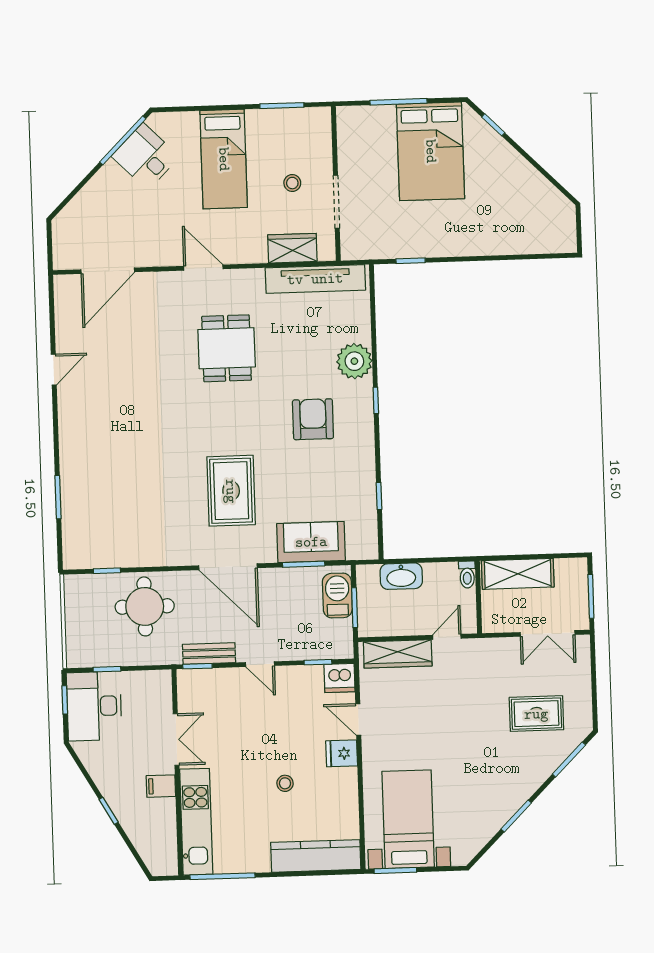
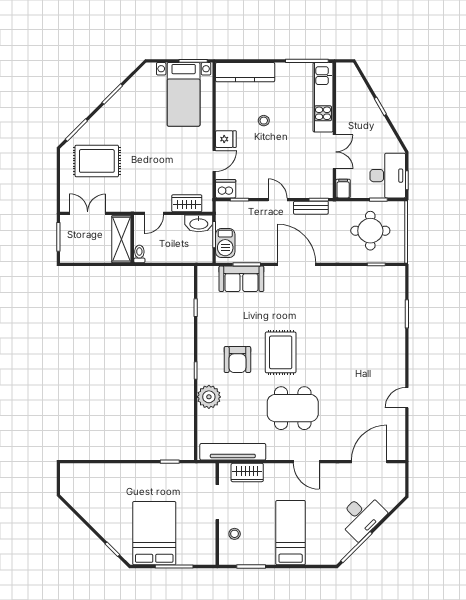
desk: (145, 157) -> (362, 516), moved, width x1.37
stool: (292, 183) -> (235, 534), moved
dining table: (227, 348) -> (293, 408), width x1.38
rug: (231, 491) -> (281, 352), moved
shelving: (518, 574) -> (121, 239), moved, turned 90
washbasin: (401, 576) -> (199, 223), moved, turned 180
round table: (145, 606) -> (370, 231), moved
wardrobe: (398, 654) -> (187, 203), width x0.67
rug: (536, 714) -> (97, 161), width x1.36, depth x1.43
door: (358, 719) -> (214, 161), hinge flipped
double door: (176, 740) -> (334, 152), swing flipped
filing cabinet: (161, 786) -> (343, 189), moved, turned -90

